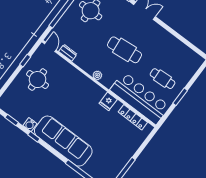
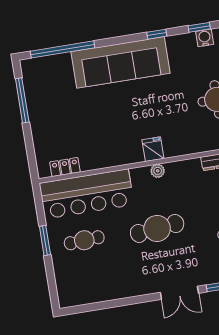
fridge: (108, 101) -> (153, 149), moved
locker: (133, 117) -> (65, 167), width x0.66
water cooler: (30, 125) -> (205, 38), moved

